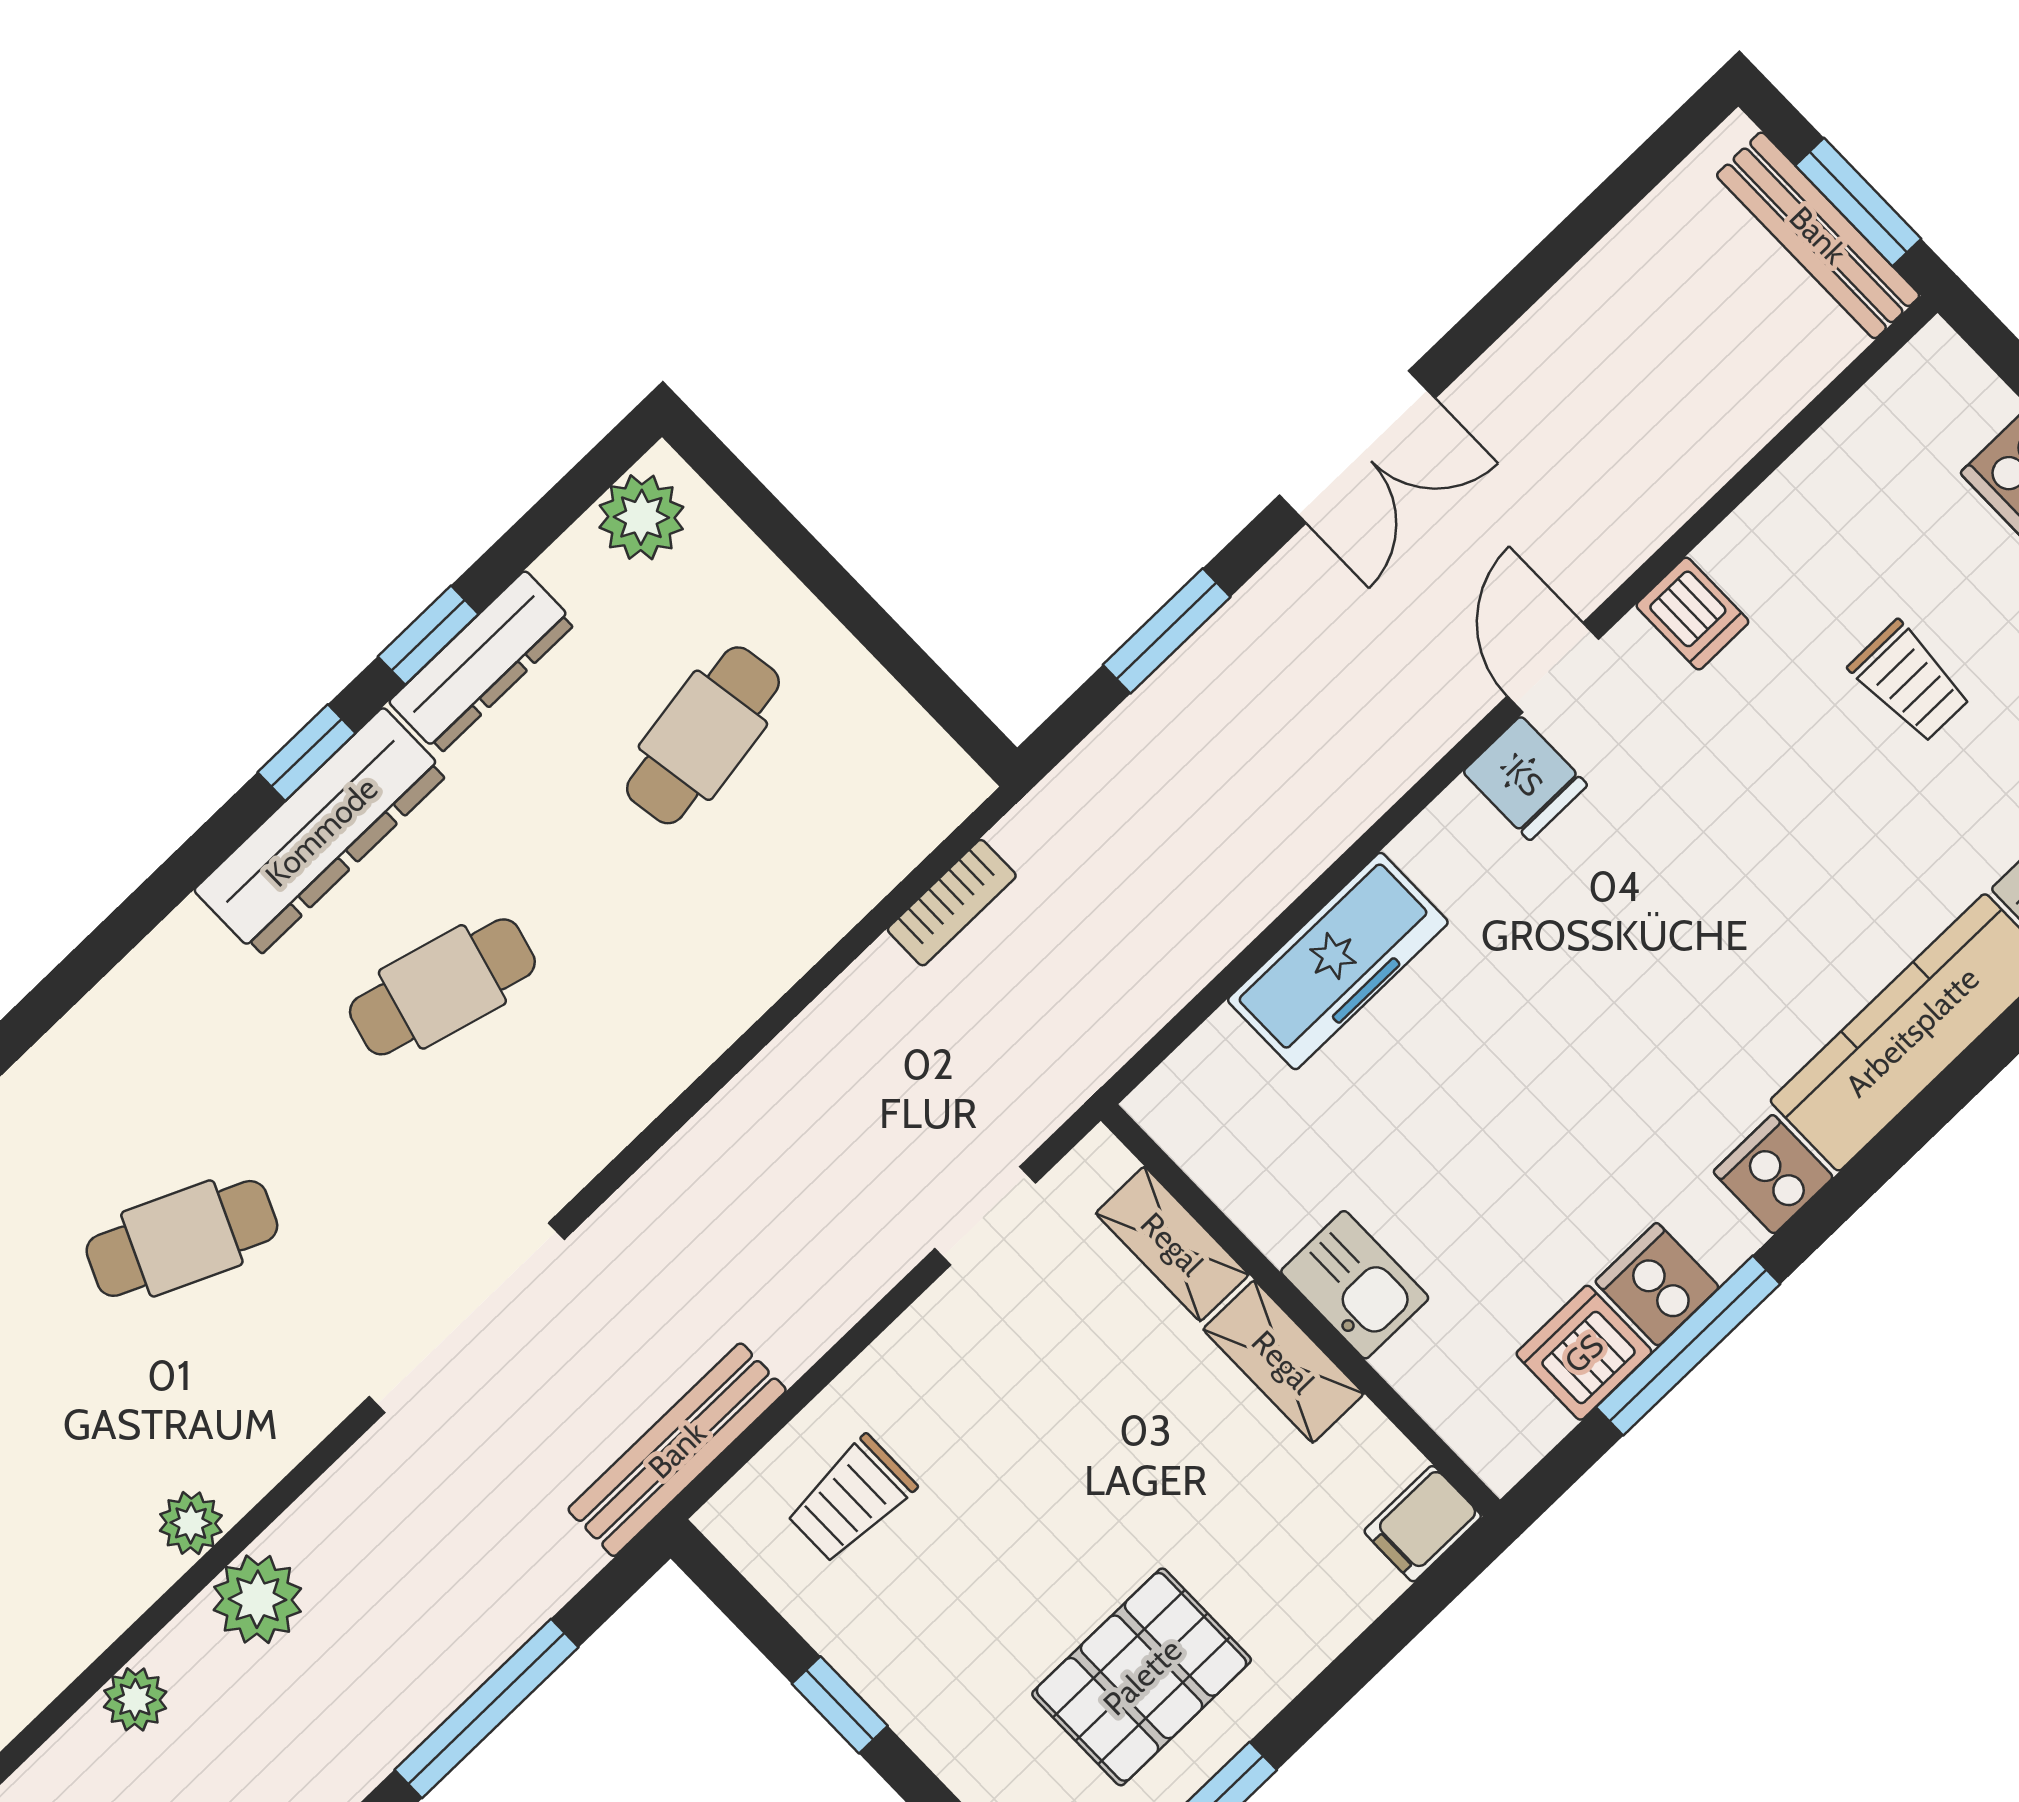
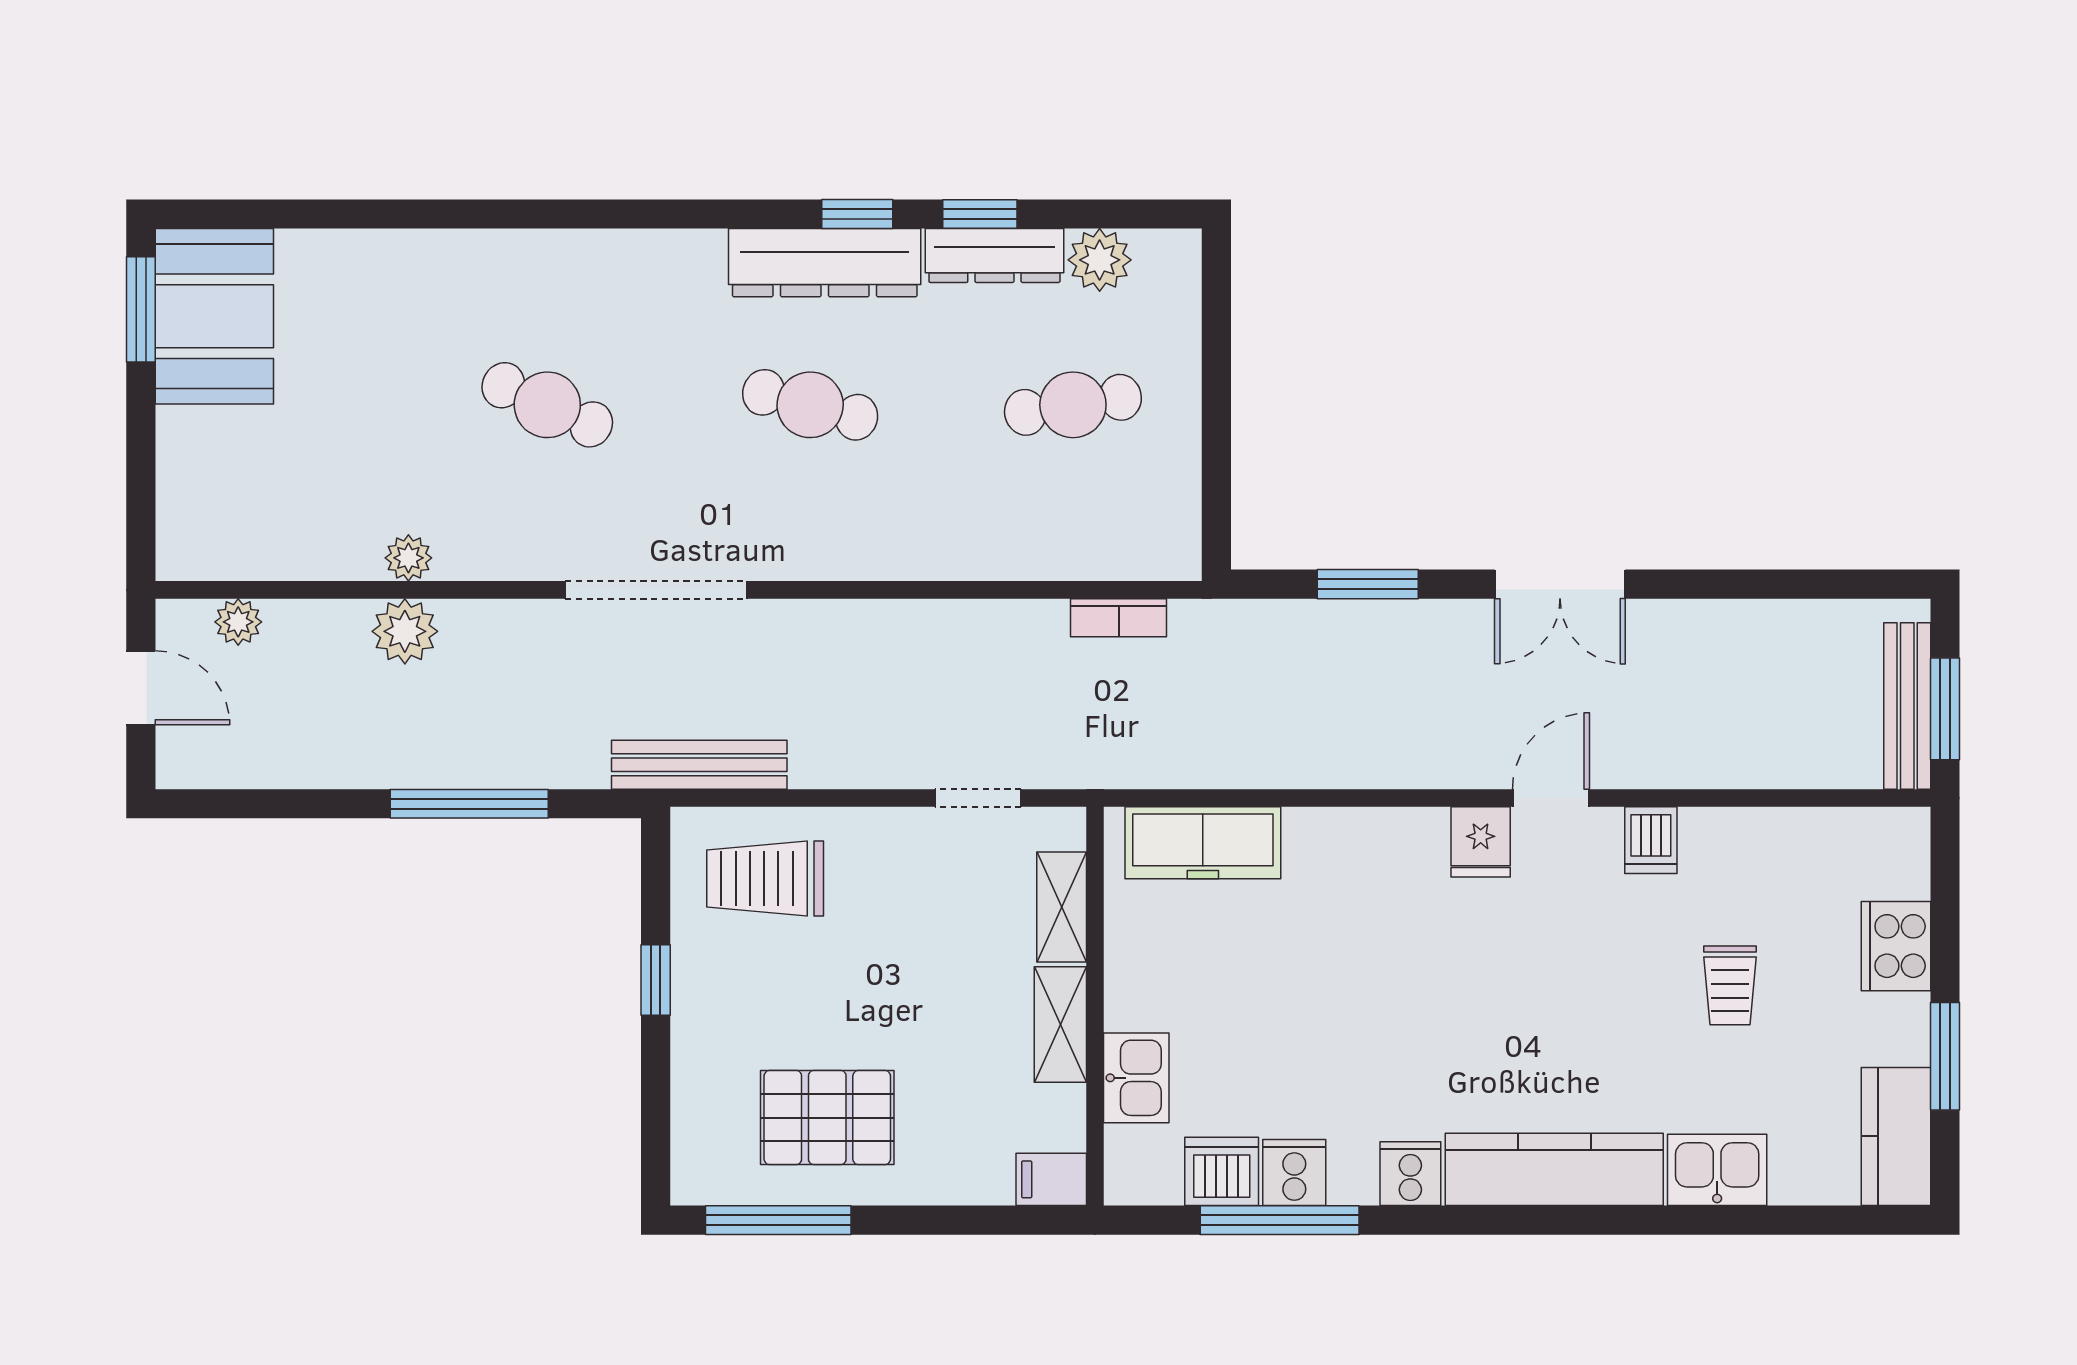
plant: (641, 517) -> (1100, 260), moved
freezer: (1338, 961) -> (1203, 843), moved
kitchen sink: (1355, 1285) -> (1136, 1078), moved
trolley: (851, 1499) -> (765, 878), width x1.36, depth x1.39
plant: (135, 1699) -> (238, 622), moved

